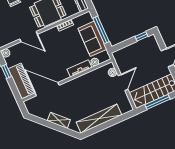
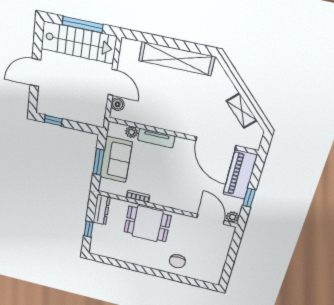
window: (101, 30) -> (99, 162), width x0.69
door: (29, 37) -> (210, 219), moved
door: (123, 82) -> (112, 82), swing flipped
shelving: (59, 120) -> (242, 111), moved

